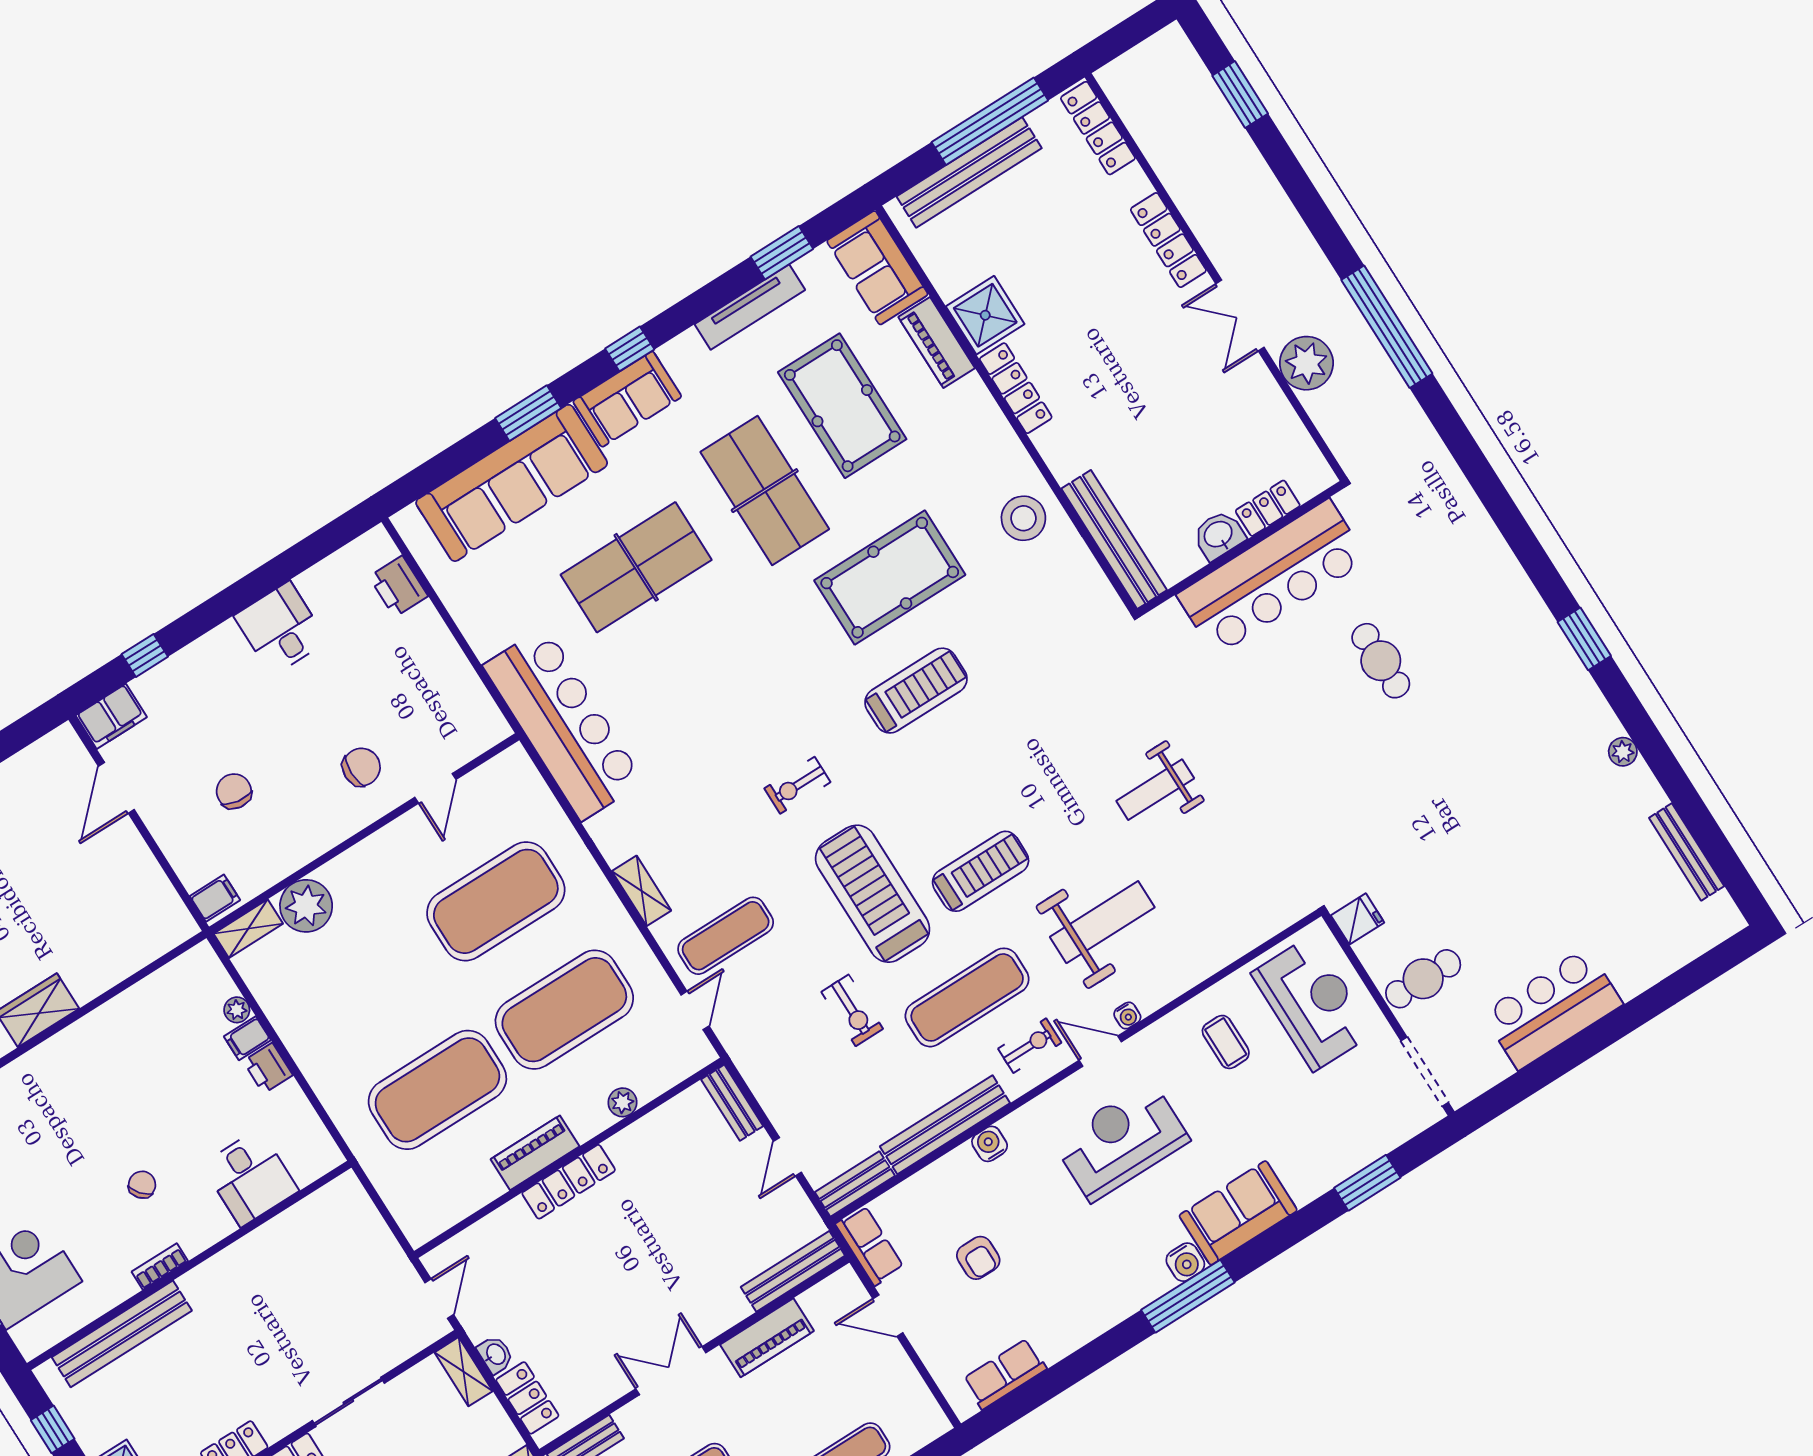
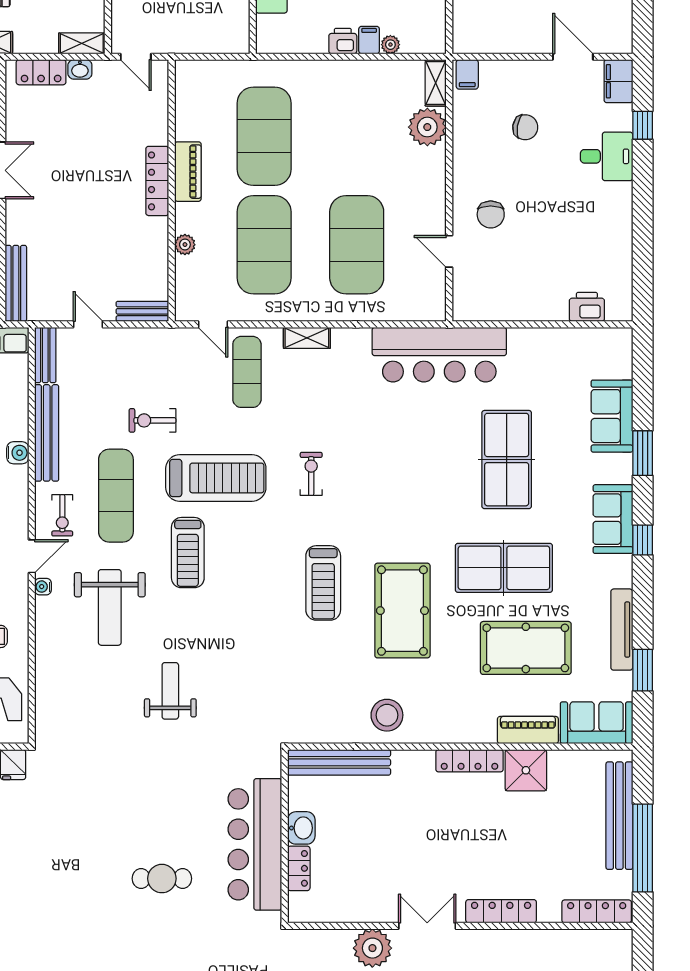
sofa: (512, 483) -> (612, 416), width x0.54, depth x0.79
desk: (281, 629) -> (607, 156), moved

